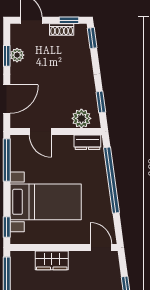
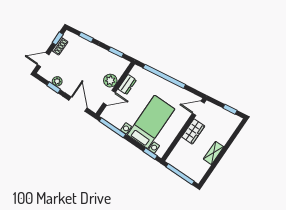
window: (92, 38) -> (86, 37), moved
plant: (81, 118) -> (110, 81), moved
dresser: (87, 142) -> (127, 85), moved
wardrobe: (52, 260) -> (193, 131), moved

